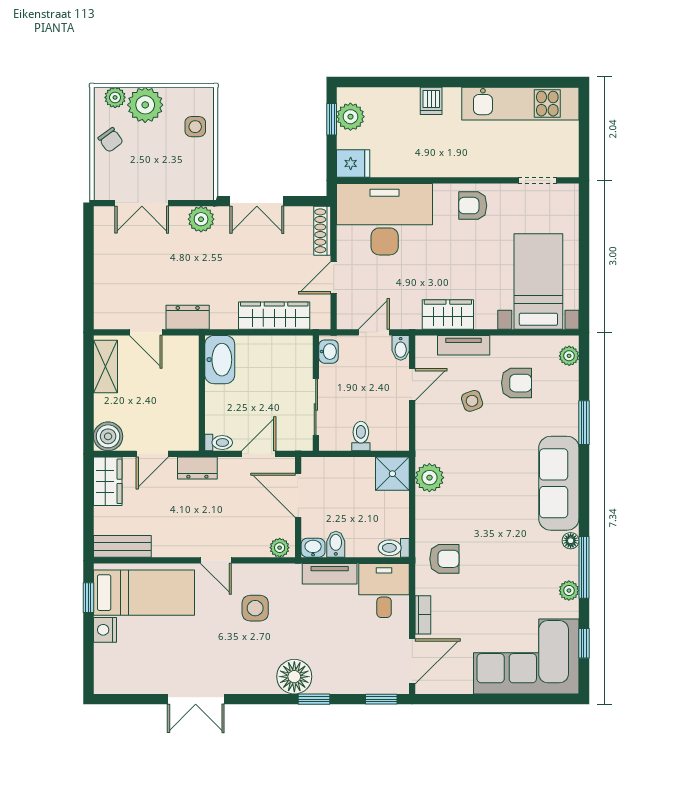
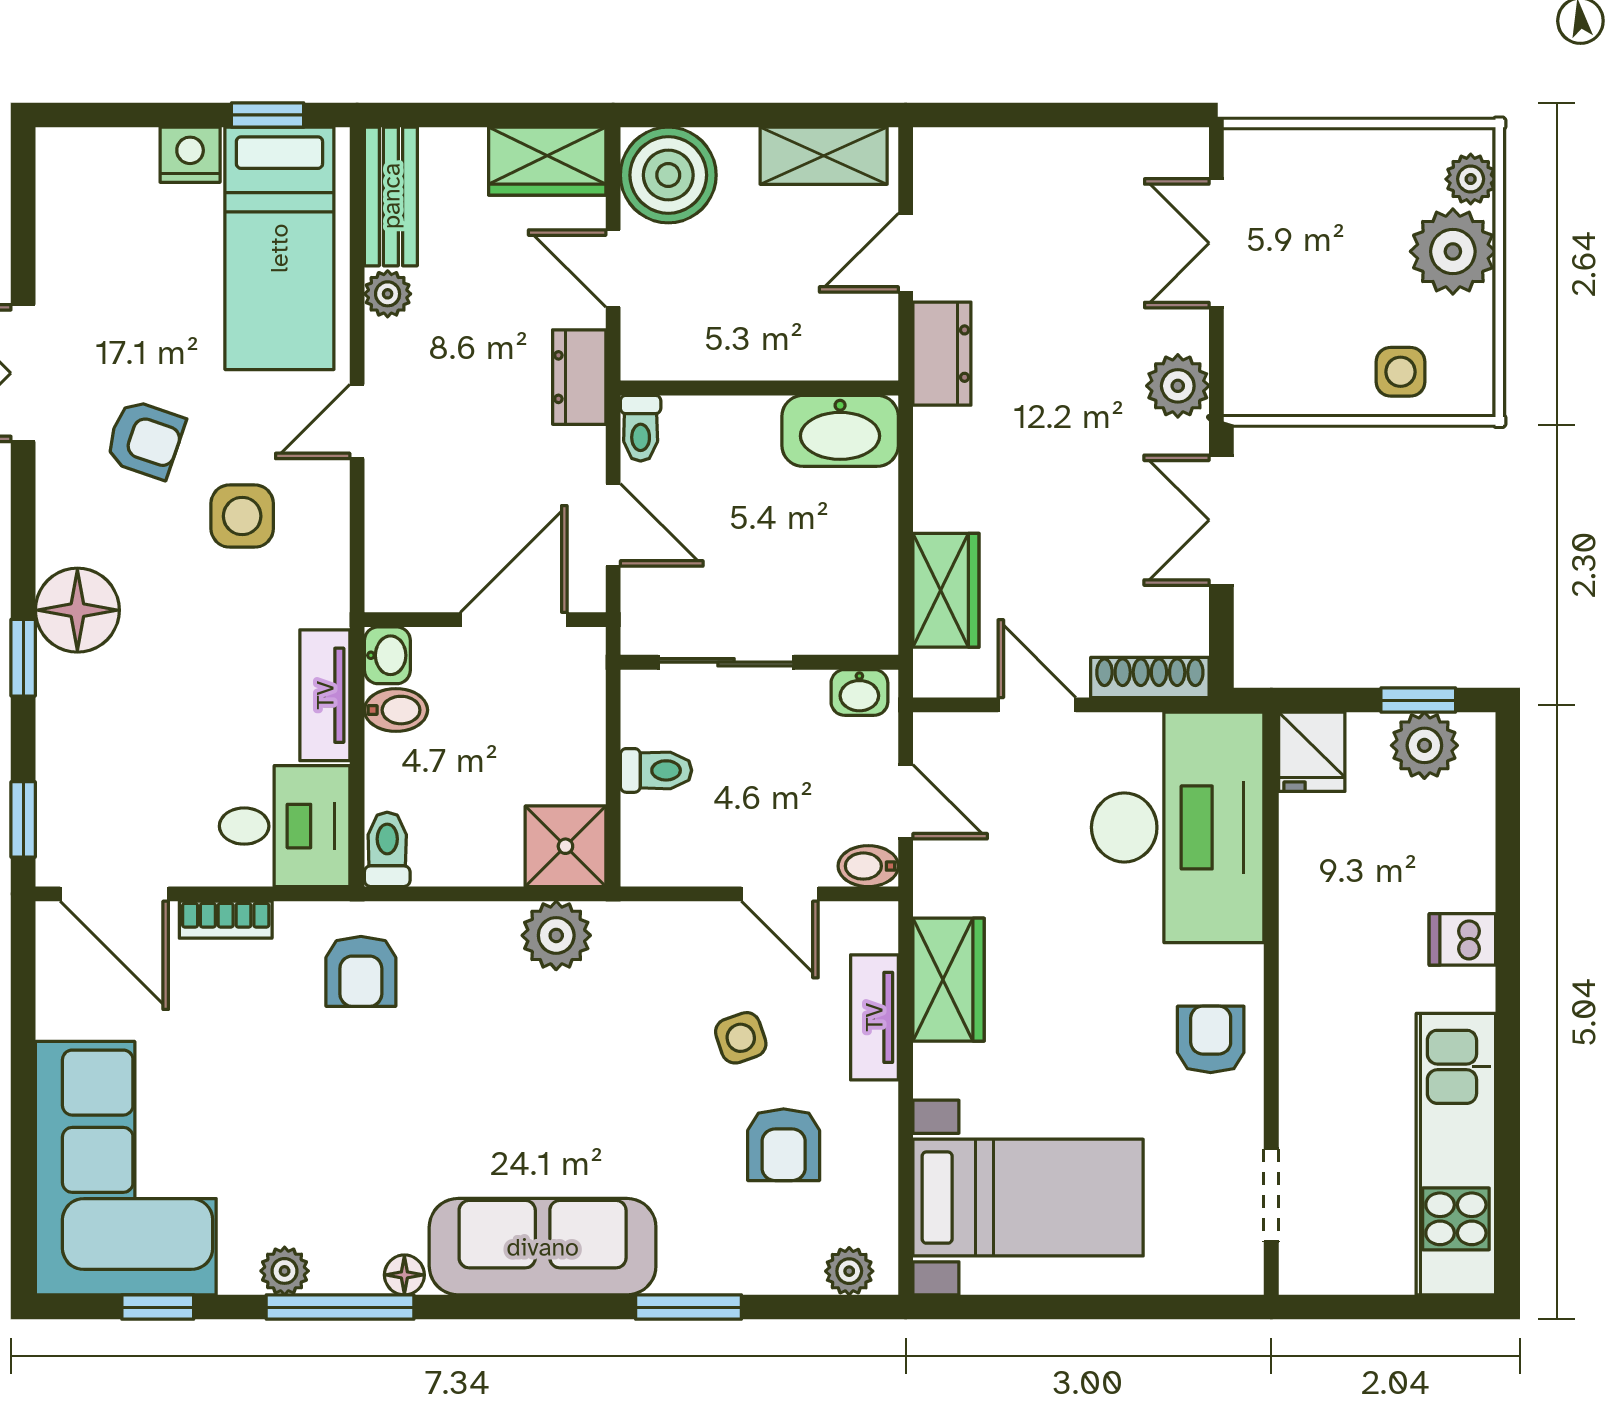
chair: (111, 140) -> (1369, 168), removed
wardrobe: (274, 316) -> (946, 590), width x0.67
boiler: (108, 436) -> (668, 175), width x1.37, depth x1.37
plant: (280, 548) -> (388, 294), moved
armchair: (223, 648) -> (145, 439), added

